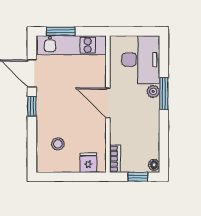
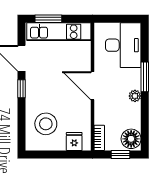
plant: (153, 91) -> (135, 96), moved
stool: (58, 144) -> (46, 124), width x1.89, depth x1.89
floor lamp: (154, 165) -> (131, 139), width x1.89, depth x1.89

